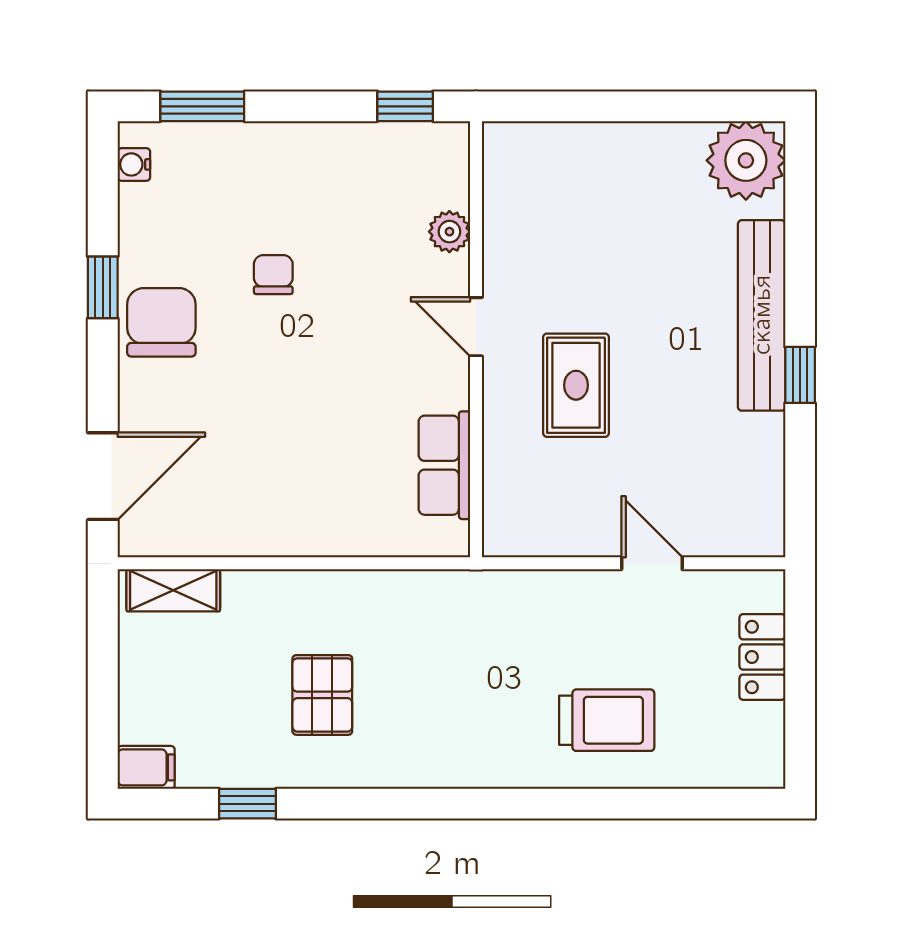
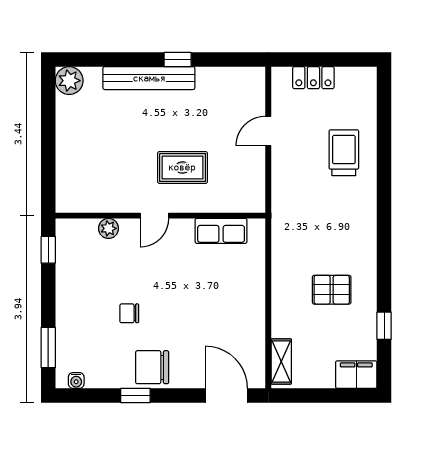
plant: (746, 160) -> (69, 81), width x0.73, depth x0.73
filing cabinet: (146, 767) -> (356, 375), width x2.00

